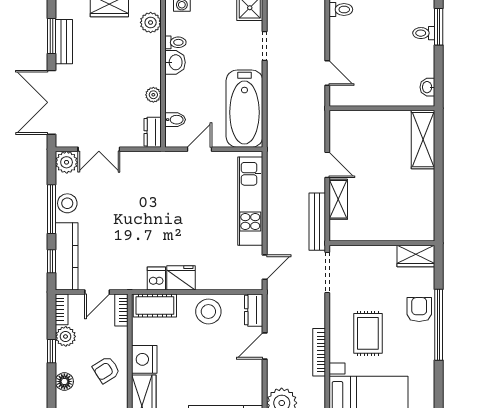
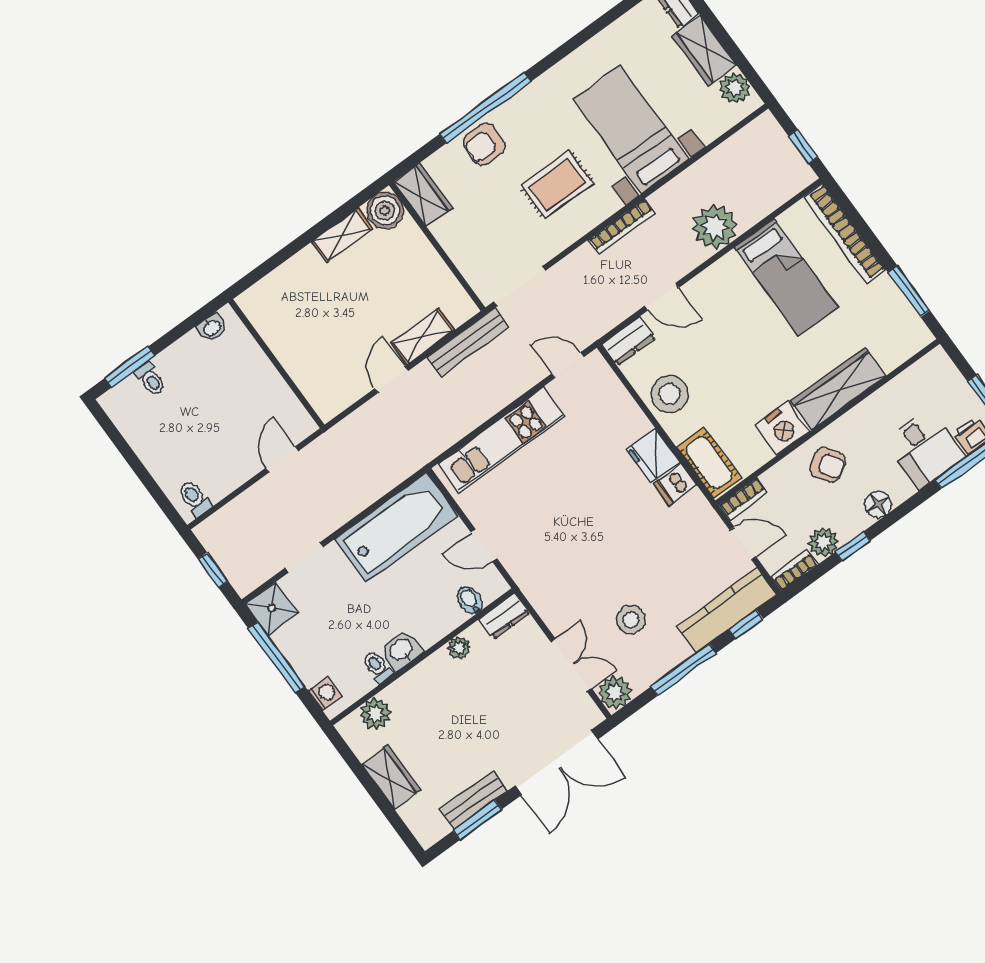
shelving: (423, 140) -> (342, 235), moved, width x0.67, depth x0.75
stool: (67, 203) -> (631, 620), moved
boiler: (422, 229) -> (385, 210), added

